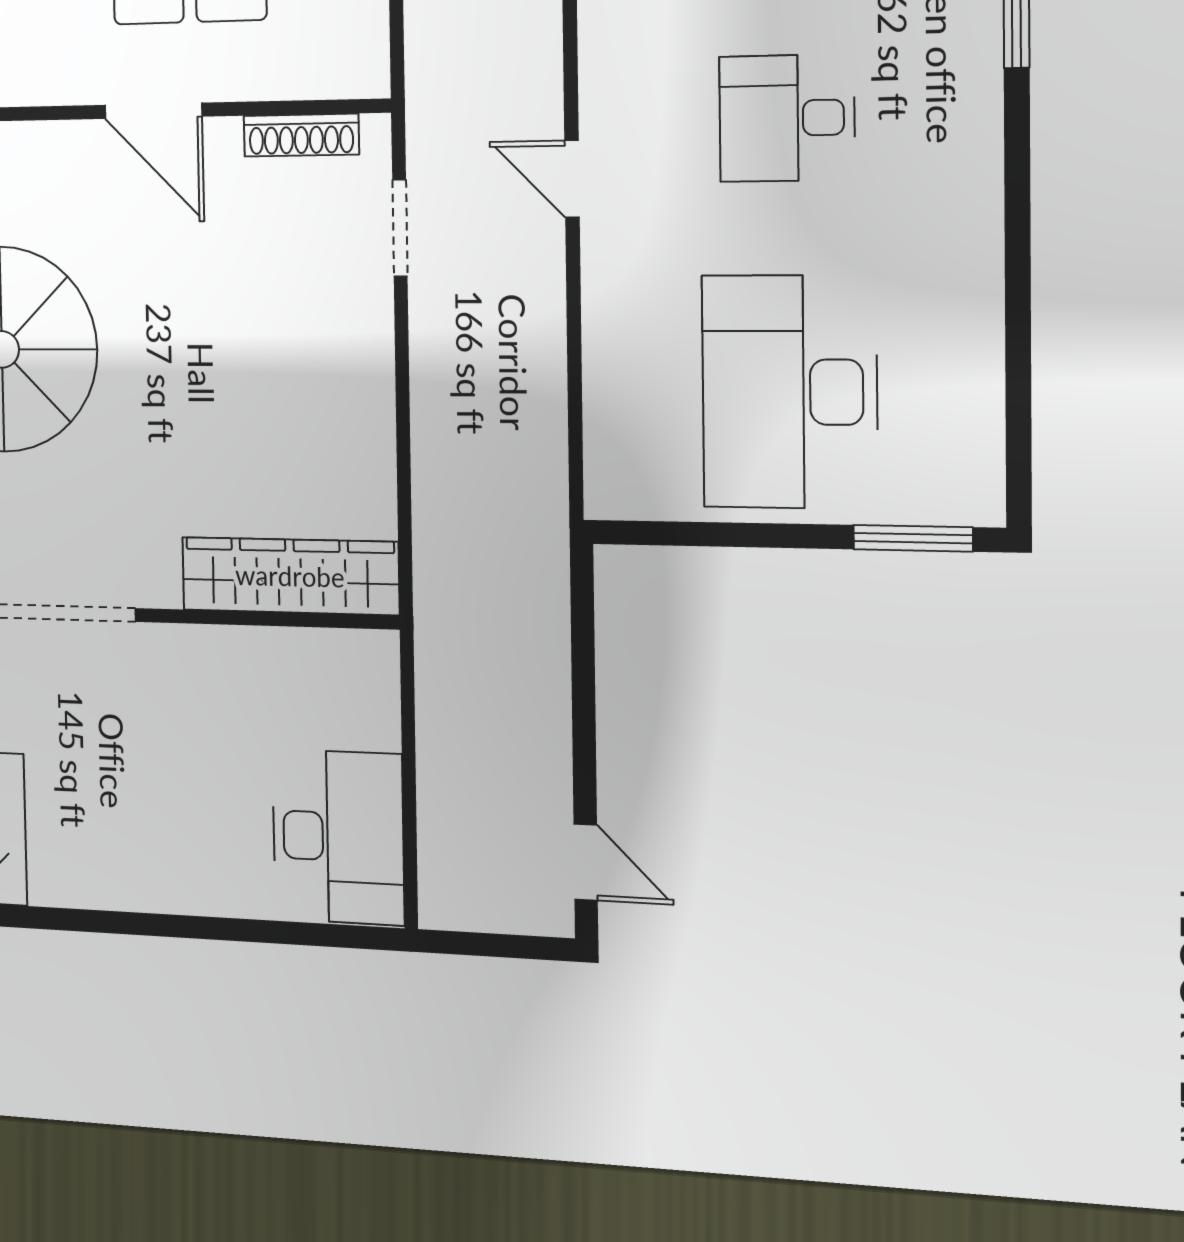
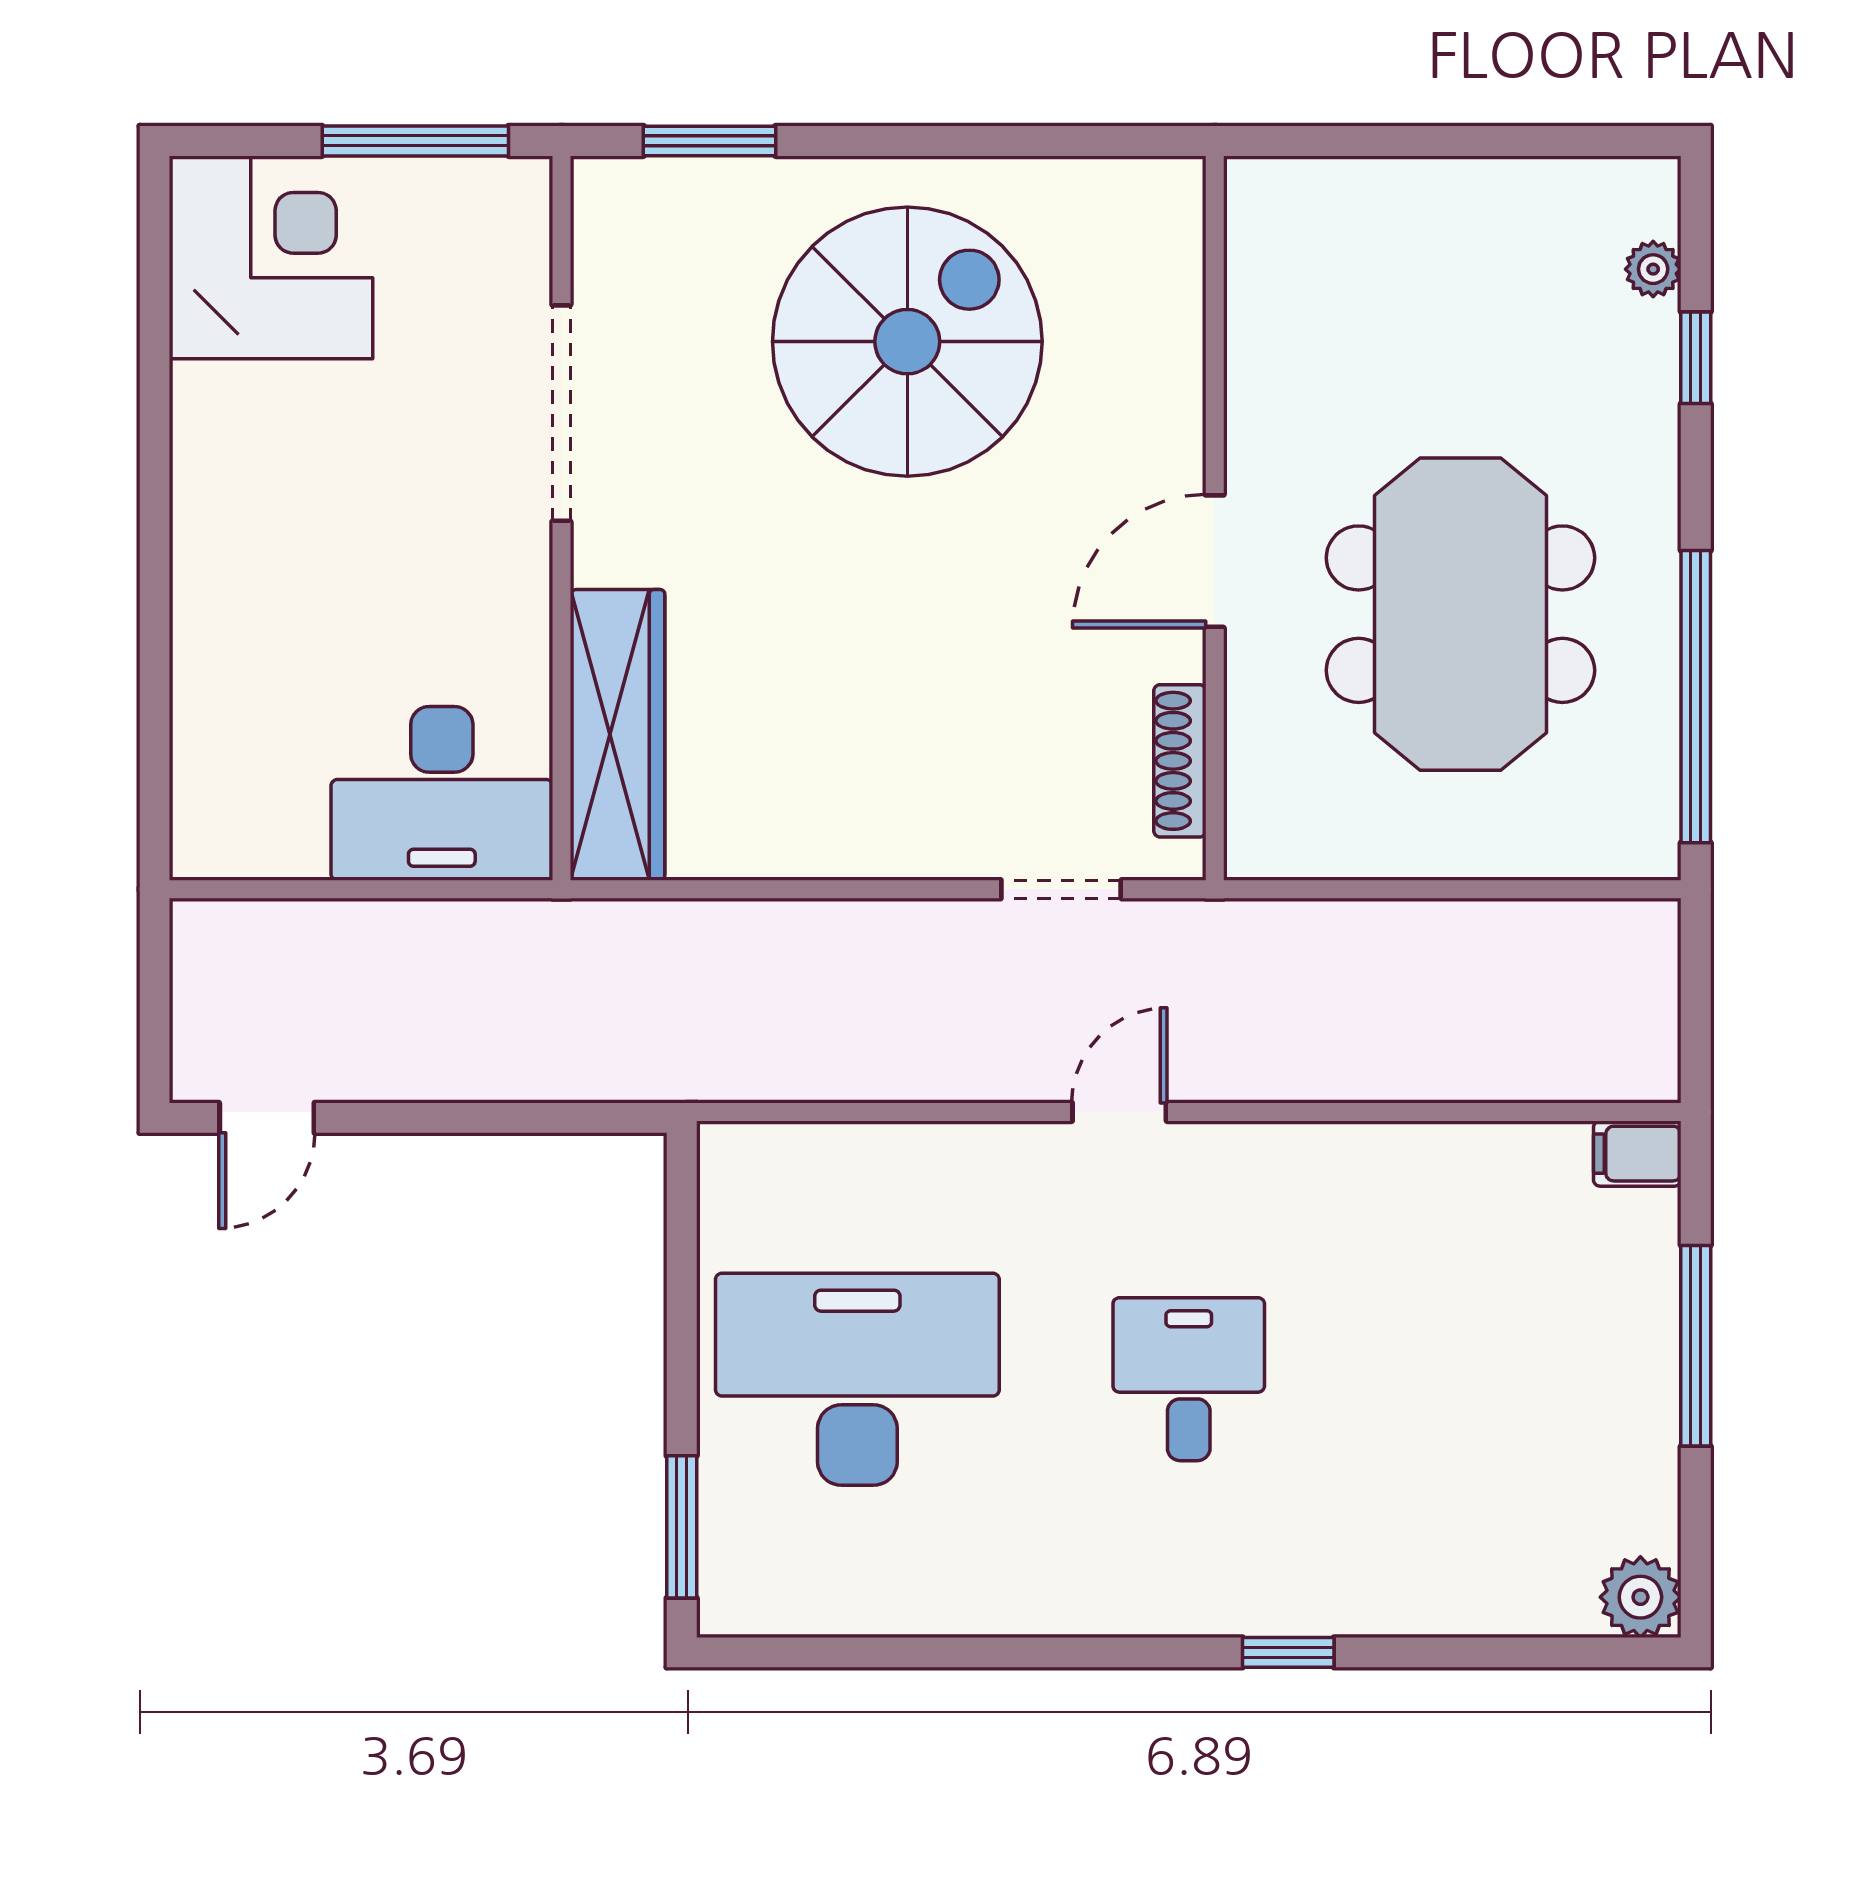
desk: (338, 837) -> (442, 793), moved

